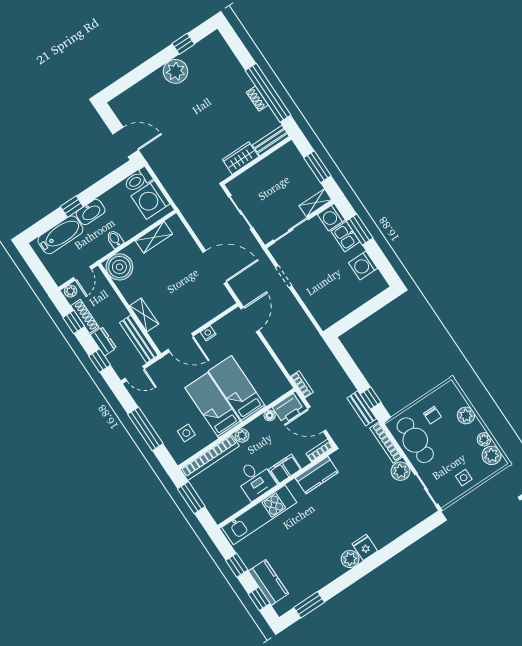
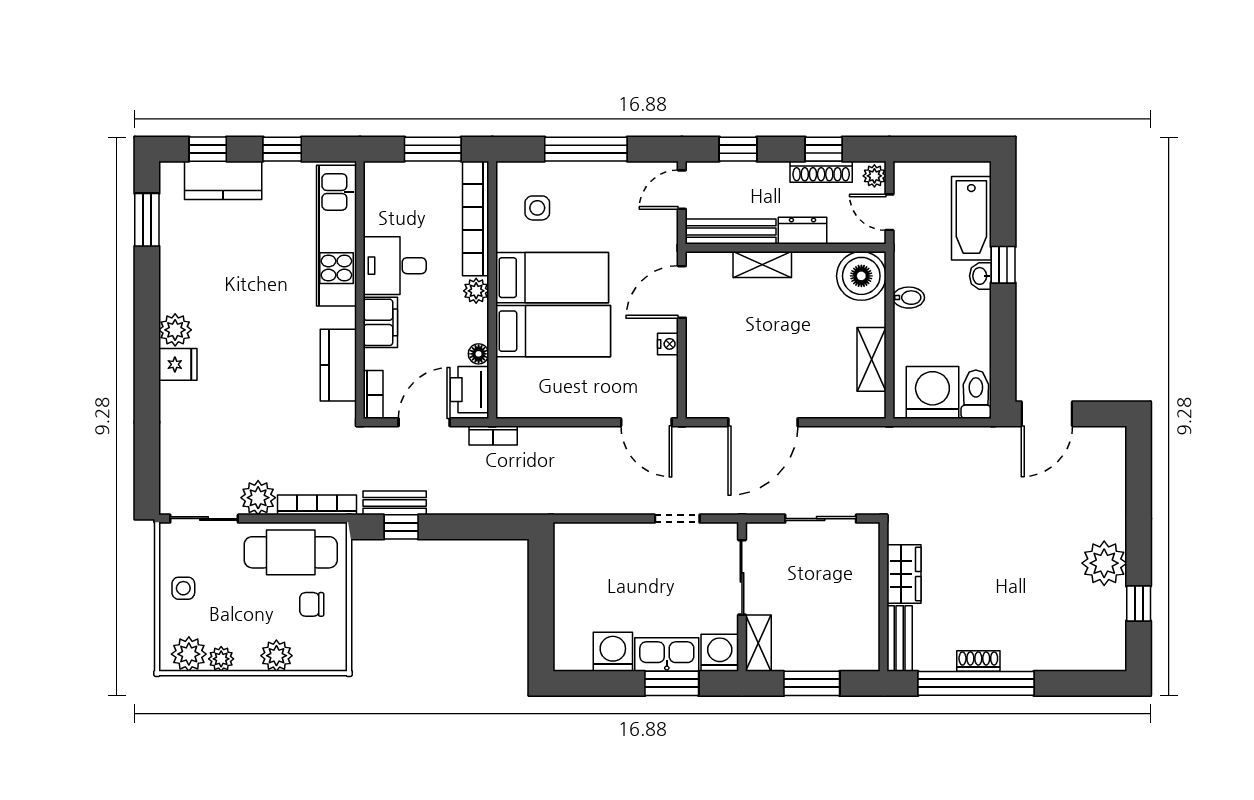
washbasin: (91, 212) -> (980, 276), width x0.52, depth x0.69
kitchen sink: (345, 237) -> (667, 655), width x1.38
dresser: (103, 341) -> (802, 231), moved, turned 180

